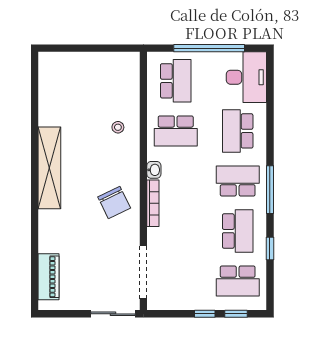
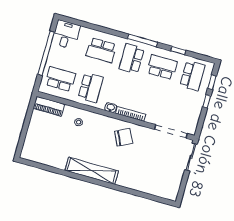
desk: (246, 77) -> (66, 34), width x0.73
piano: (49, 277) -> (49, 106), moved, turned 180

